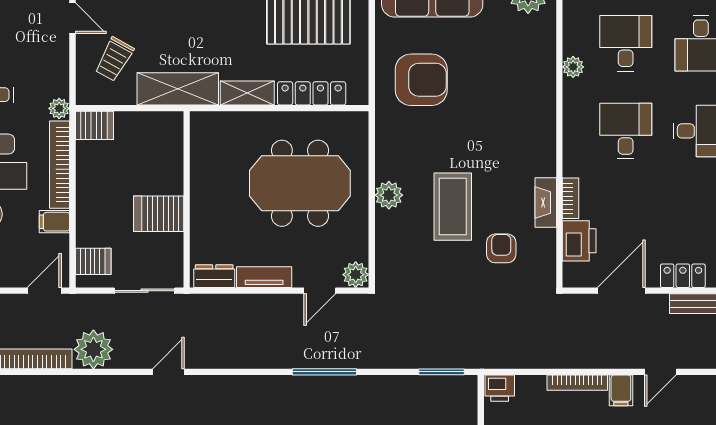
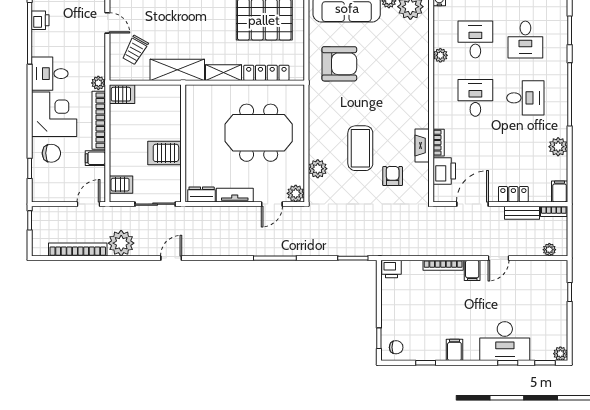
plant: (389, 195) -> (318, 169), moved

